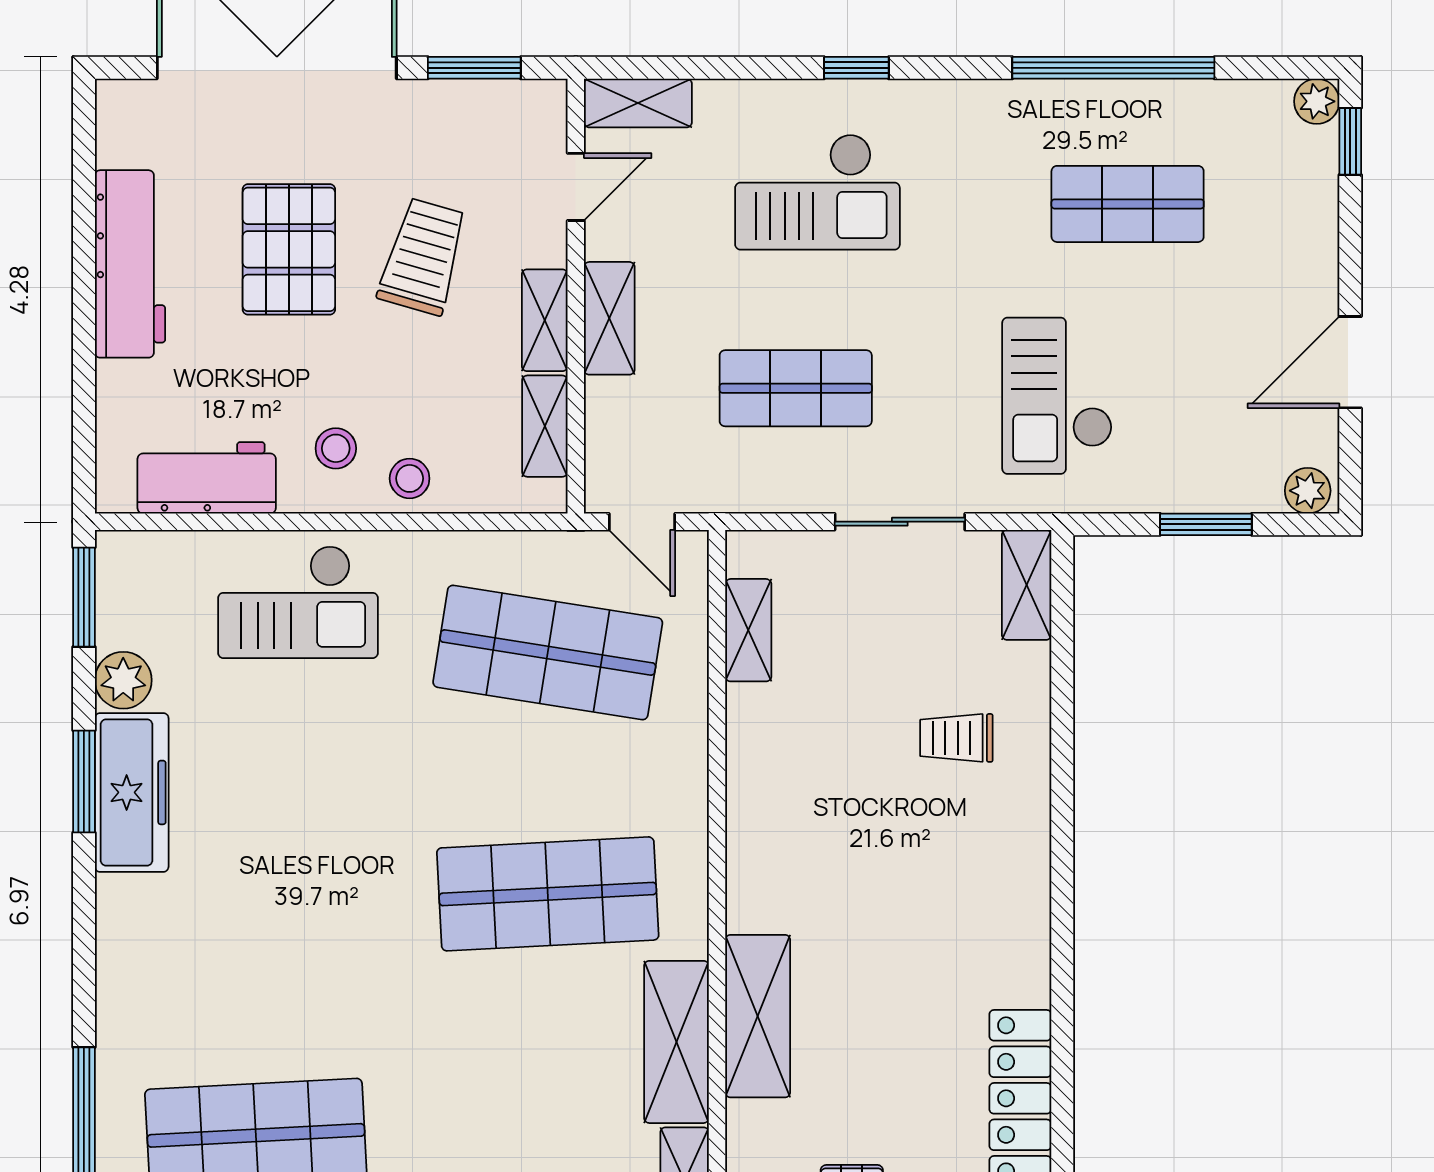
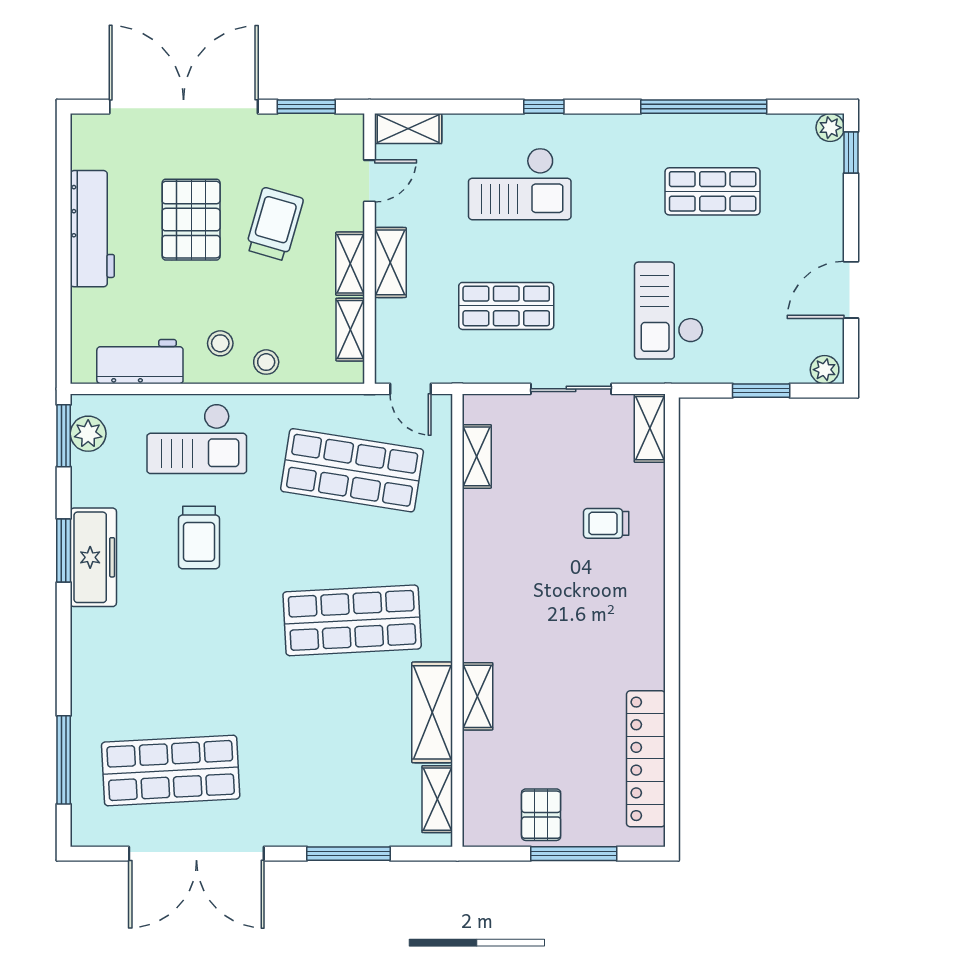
plant: (123, 680) -> (88, 434), moved
trolley: (302, 761) -> (199, 537), added
shelving: (758, 1016) -> (478, 696), width x0.67, depth x0.75

